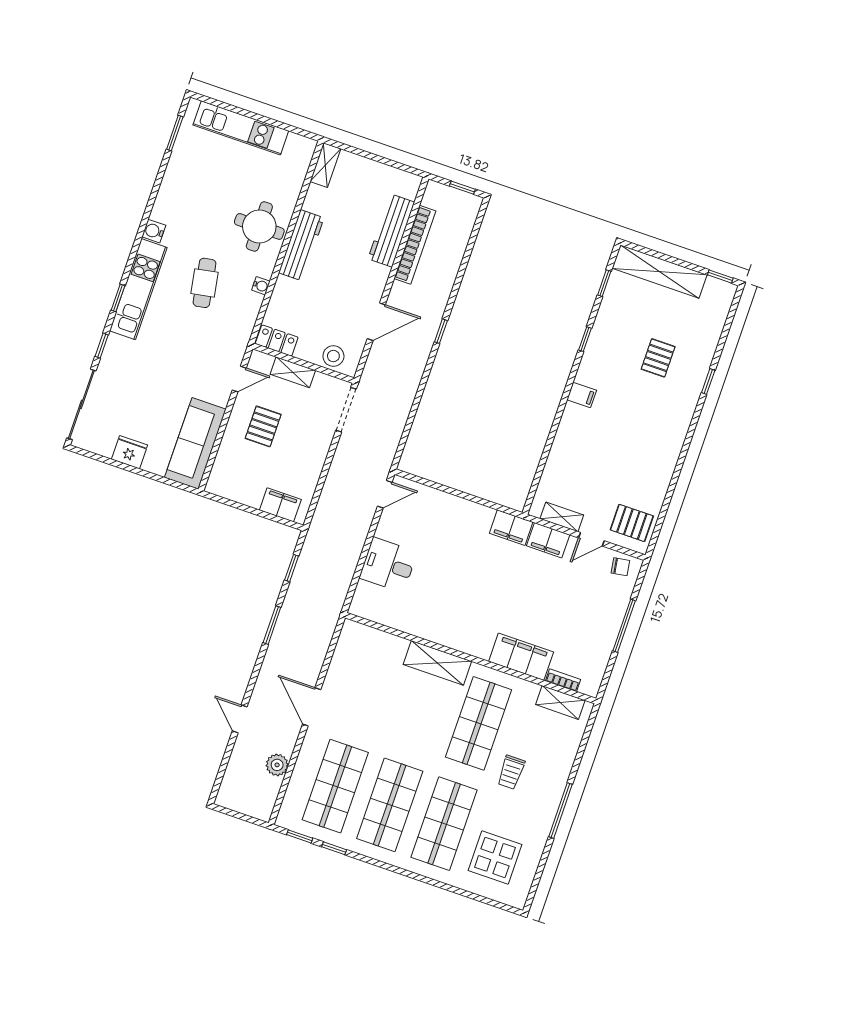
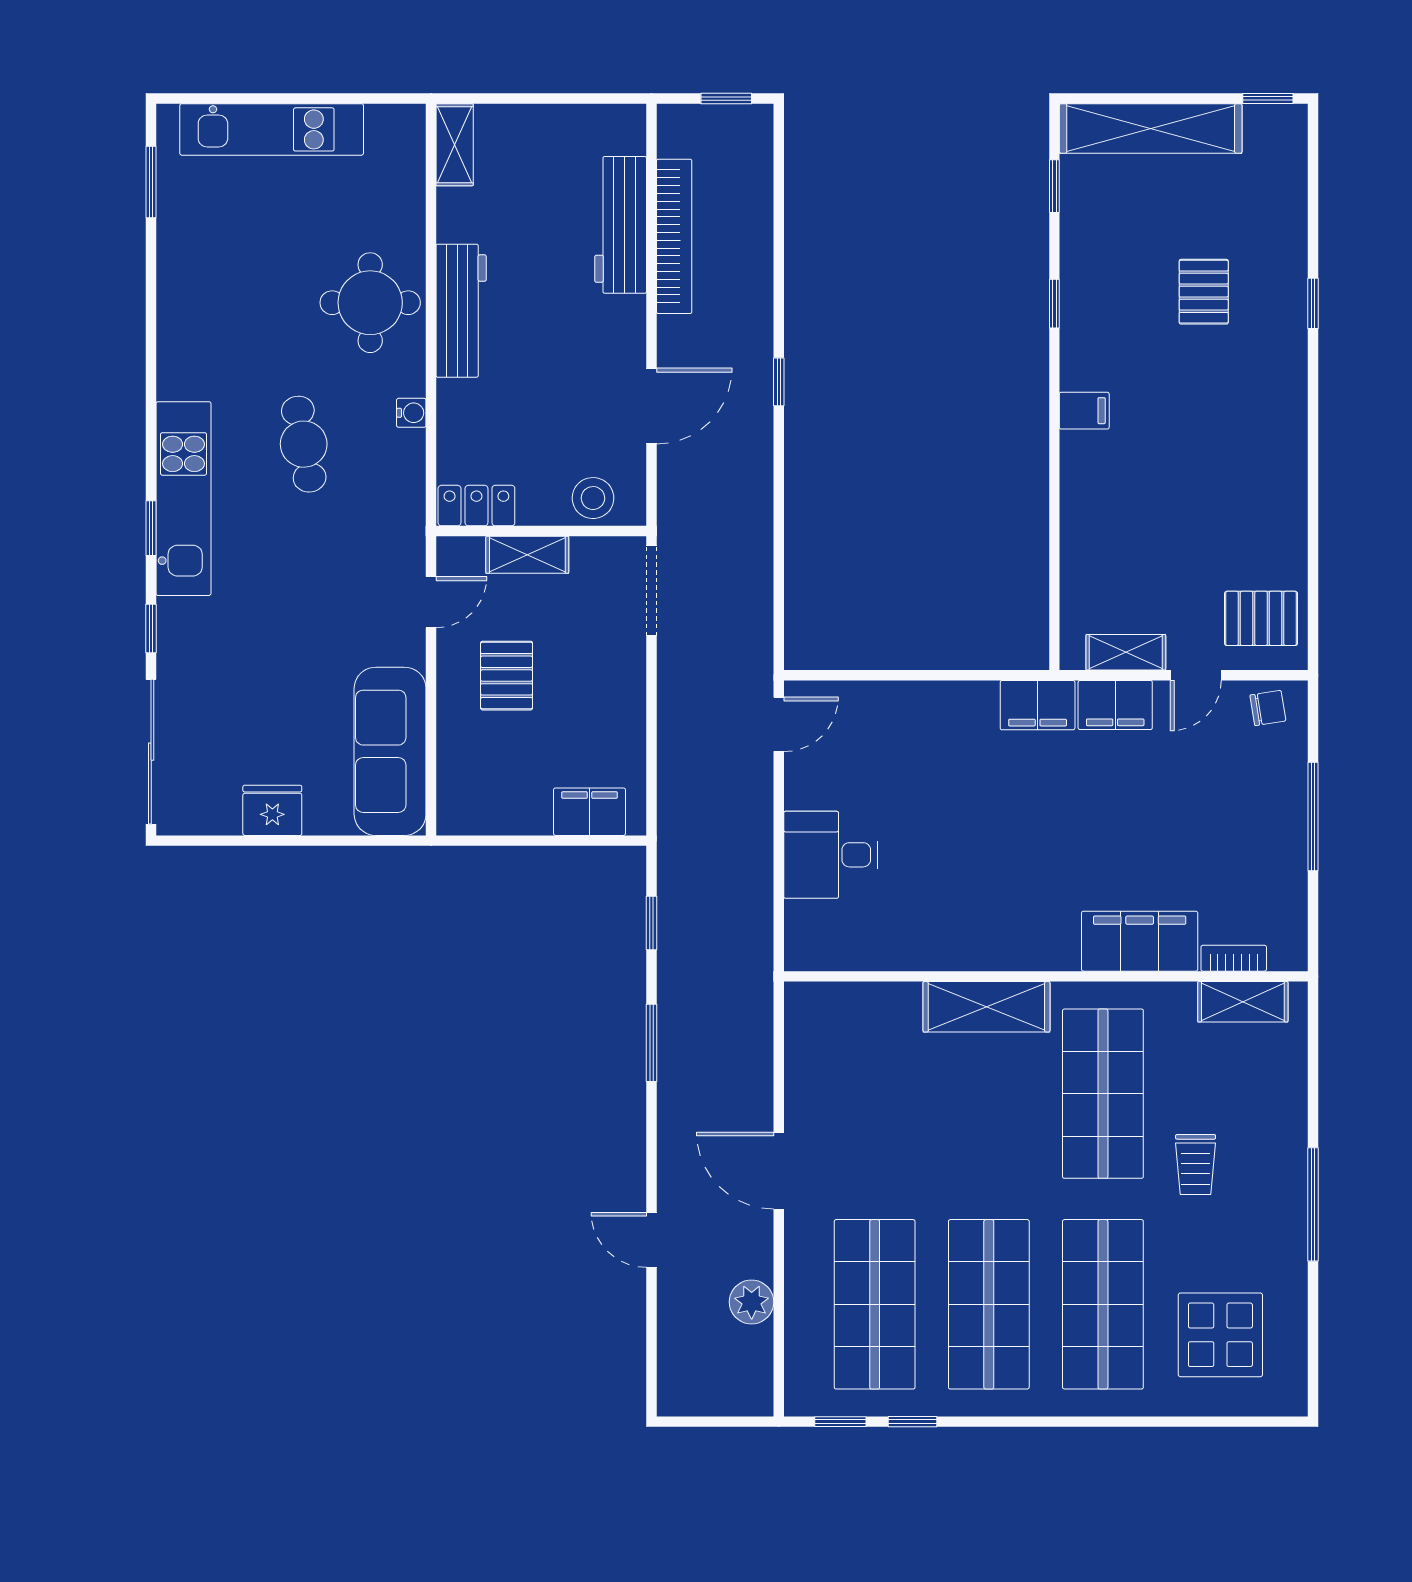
water cooler: (154, 231) -> (175, 379), removed

